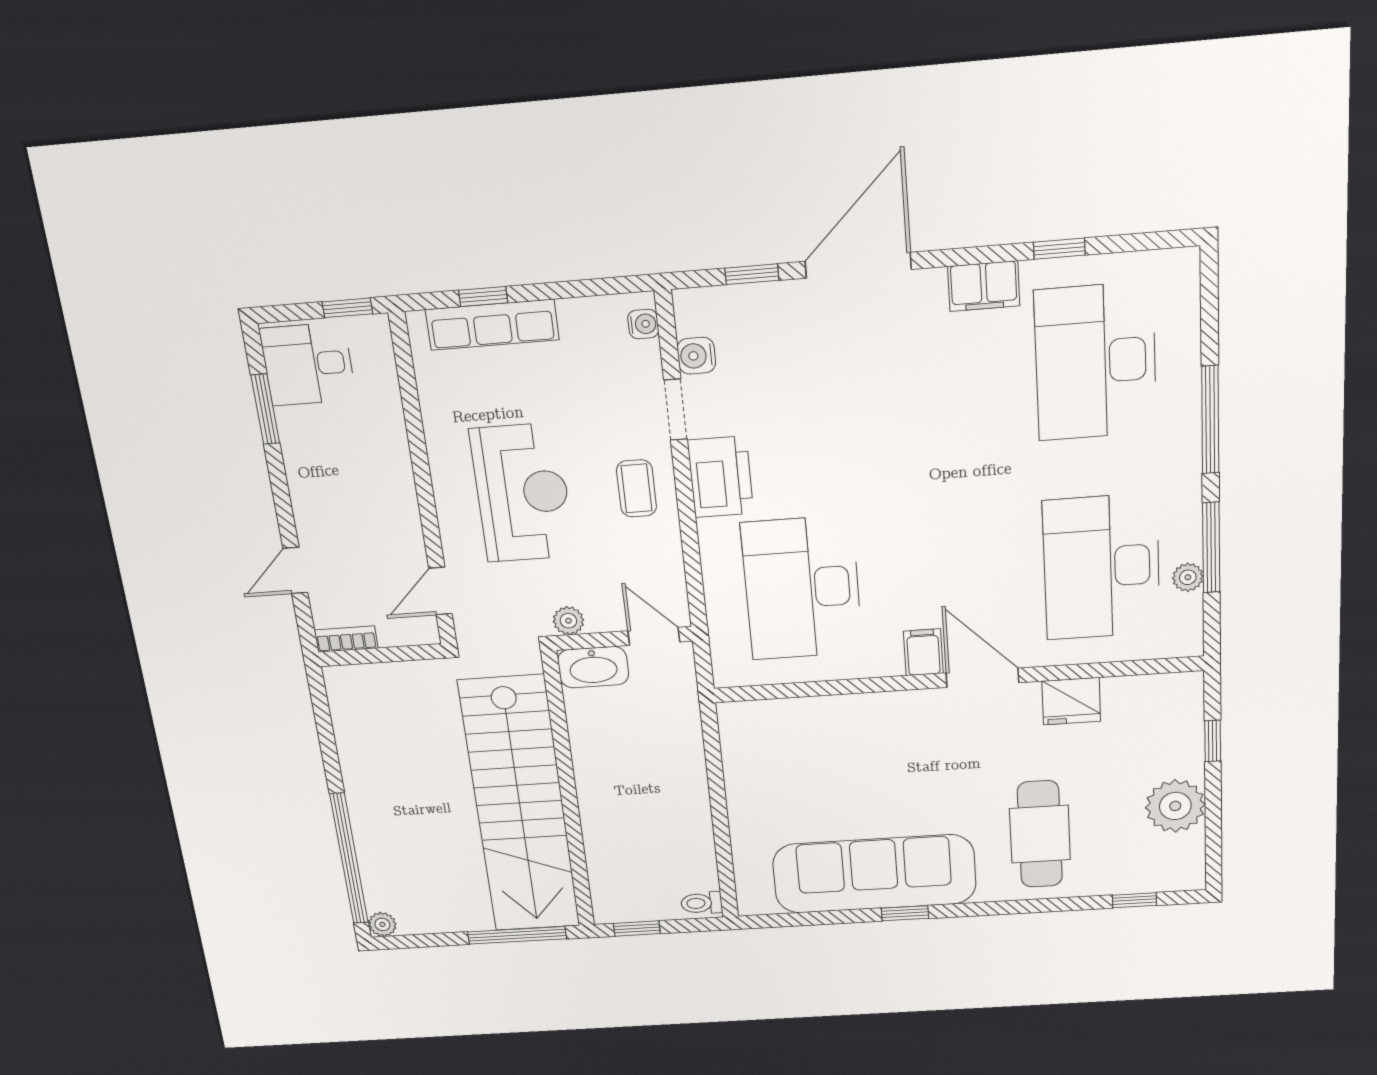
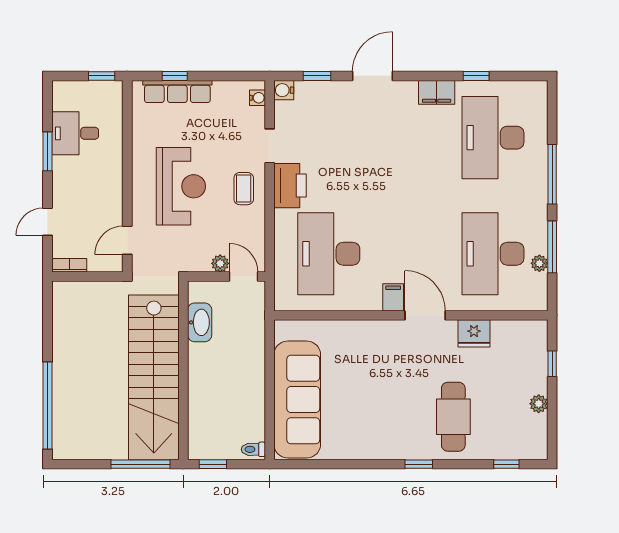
door: (858, 265) -> (373, 76), width x0.73
water cooler: (696, 356) -> (284, 90), moved
desk: (308, 364) -> (75, 133), moved
window: (265, 409) -> (48, 151), moved
plant: (568, 621) -> (220, 263), moved
washbasin: (593, 667) -> (200, 322), moved, turned -90
plant: (1175, 806) -> (539, 404), width x0.53, depth x0.53
sofa: (874, 874) -> (297, 400), moved, turned 90
window: (905, 913) -> (419, 464), moved
plant: (382, 924) -> (60, 451), removed

